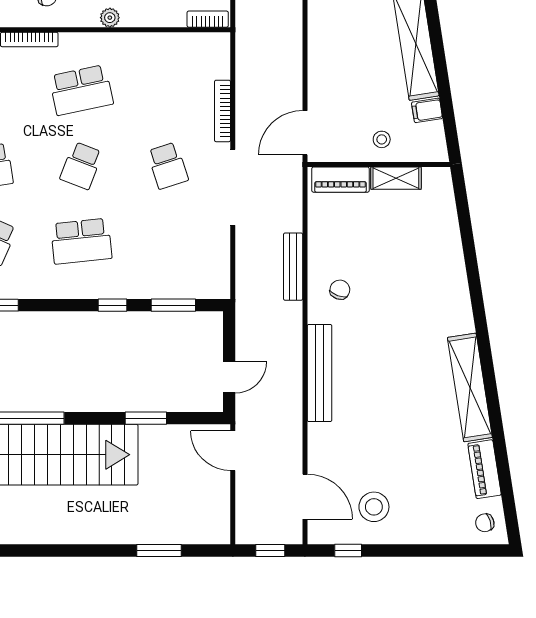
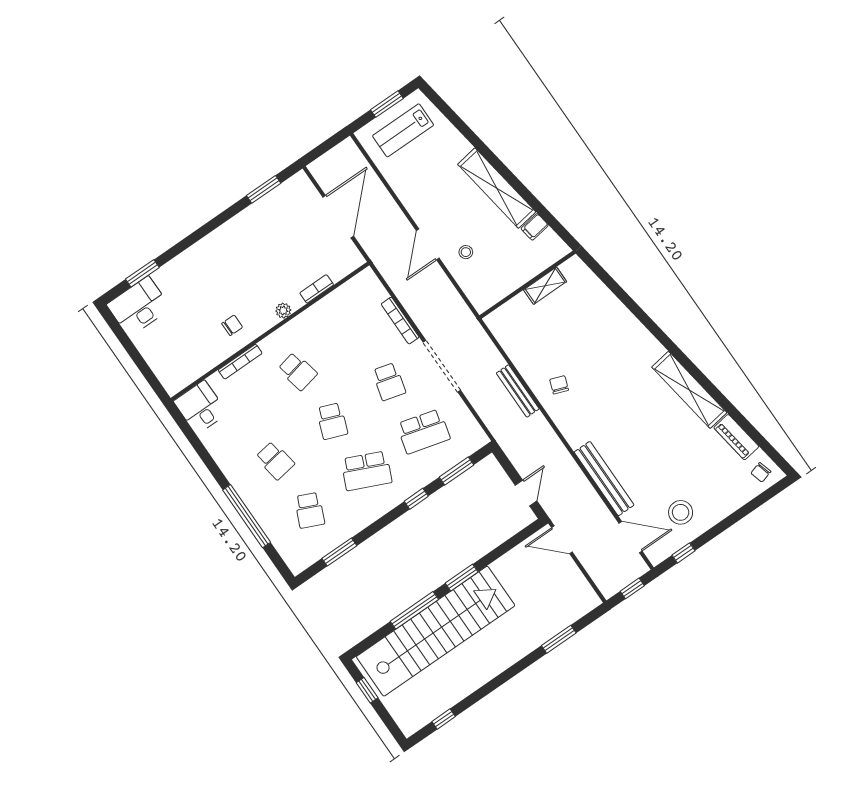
bookcase: (208, 19) -> (317, 289), moved
school desk: (81, 90) -> (298, 371), width x0.54
door: (305, 133) -> (428, 244), moved
stool: (382, 139) -> (466, 252), moved
school desk: (168, 166) -> (389, 382), turned 33
piano: (341, 180) -> (509, 312), removed
school desk: (81, 241) -> (366, 471), turned 30
school desk: (168, 241) -> (423, 431), added
bench: (319, 373) -> (604, 479), moved
window: (146, 418) -> (462, 578), moved

